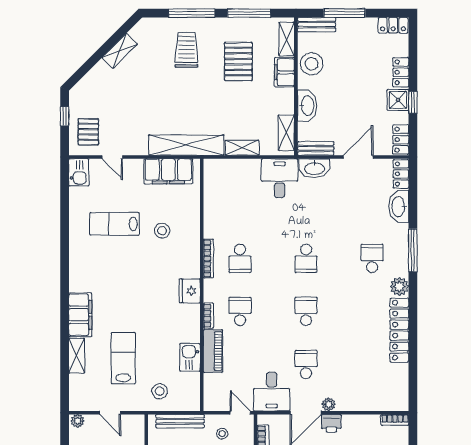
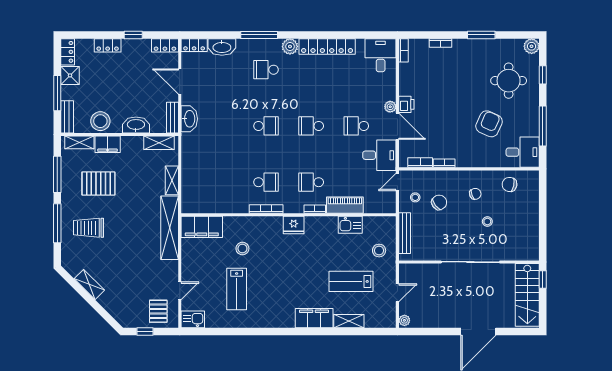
shower: (398, 100) -> (70, 75), moved
pallet: (88, 132) -> (158, 311), turned 90
filing cabinet: (168, 171) -> (202, 227), moved, turned 90
desk: (280, 178) -> (381, 55), moved, turned 90

